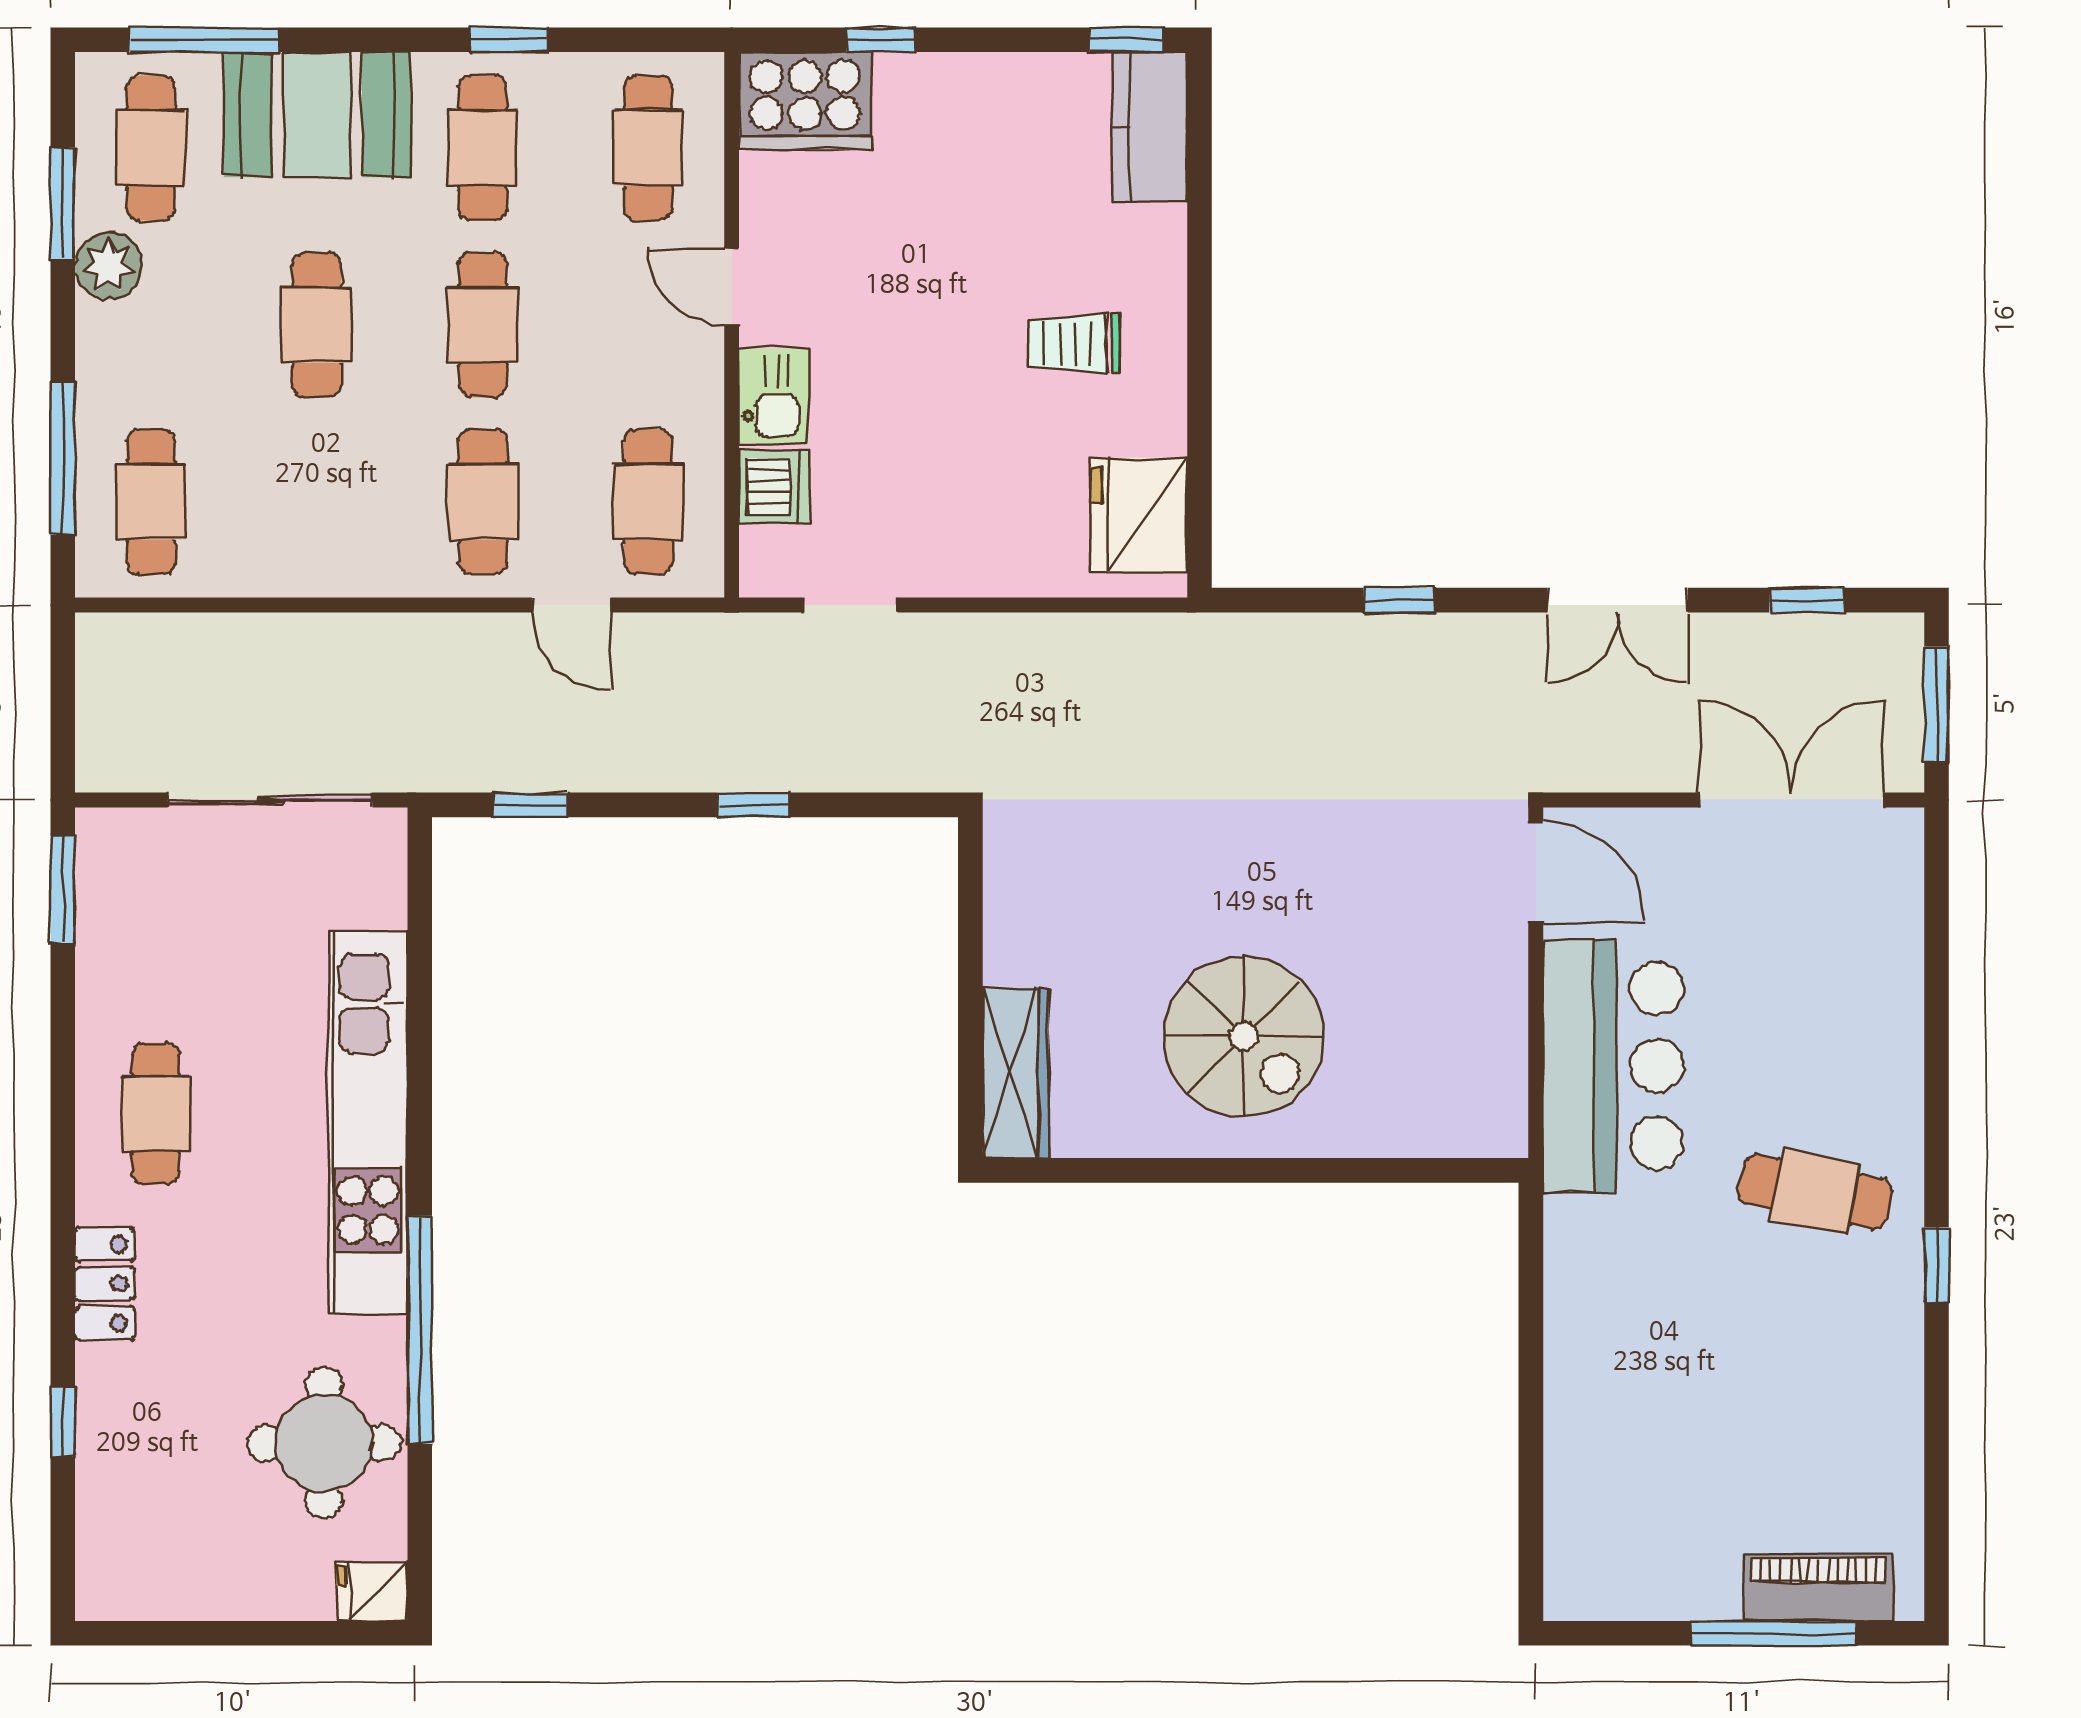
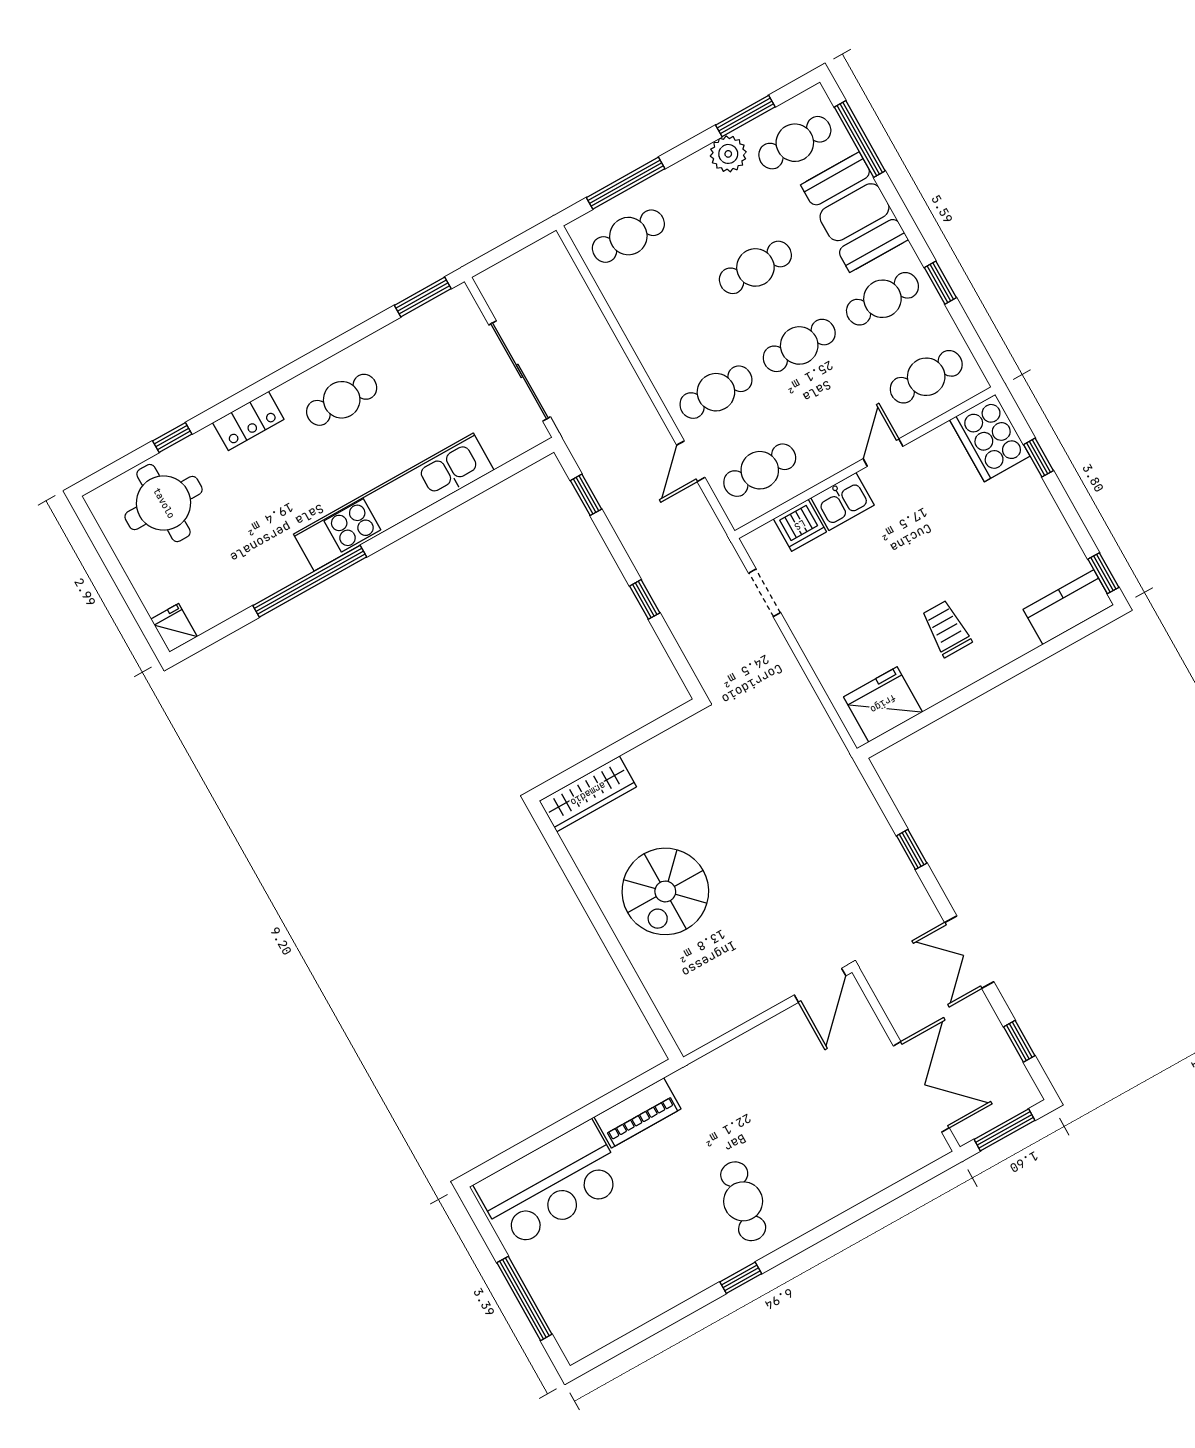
bar counter: (1613, 1066) -> (551, 1184), moved
round table: (324, 1443) -> (164, 503), moved
piano: (1819, 1588) -> (637, 1113), moved, turned 90

